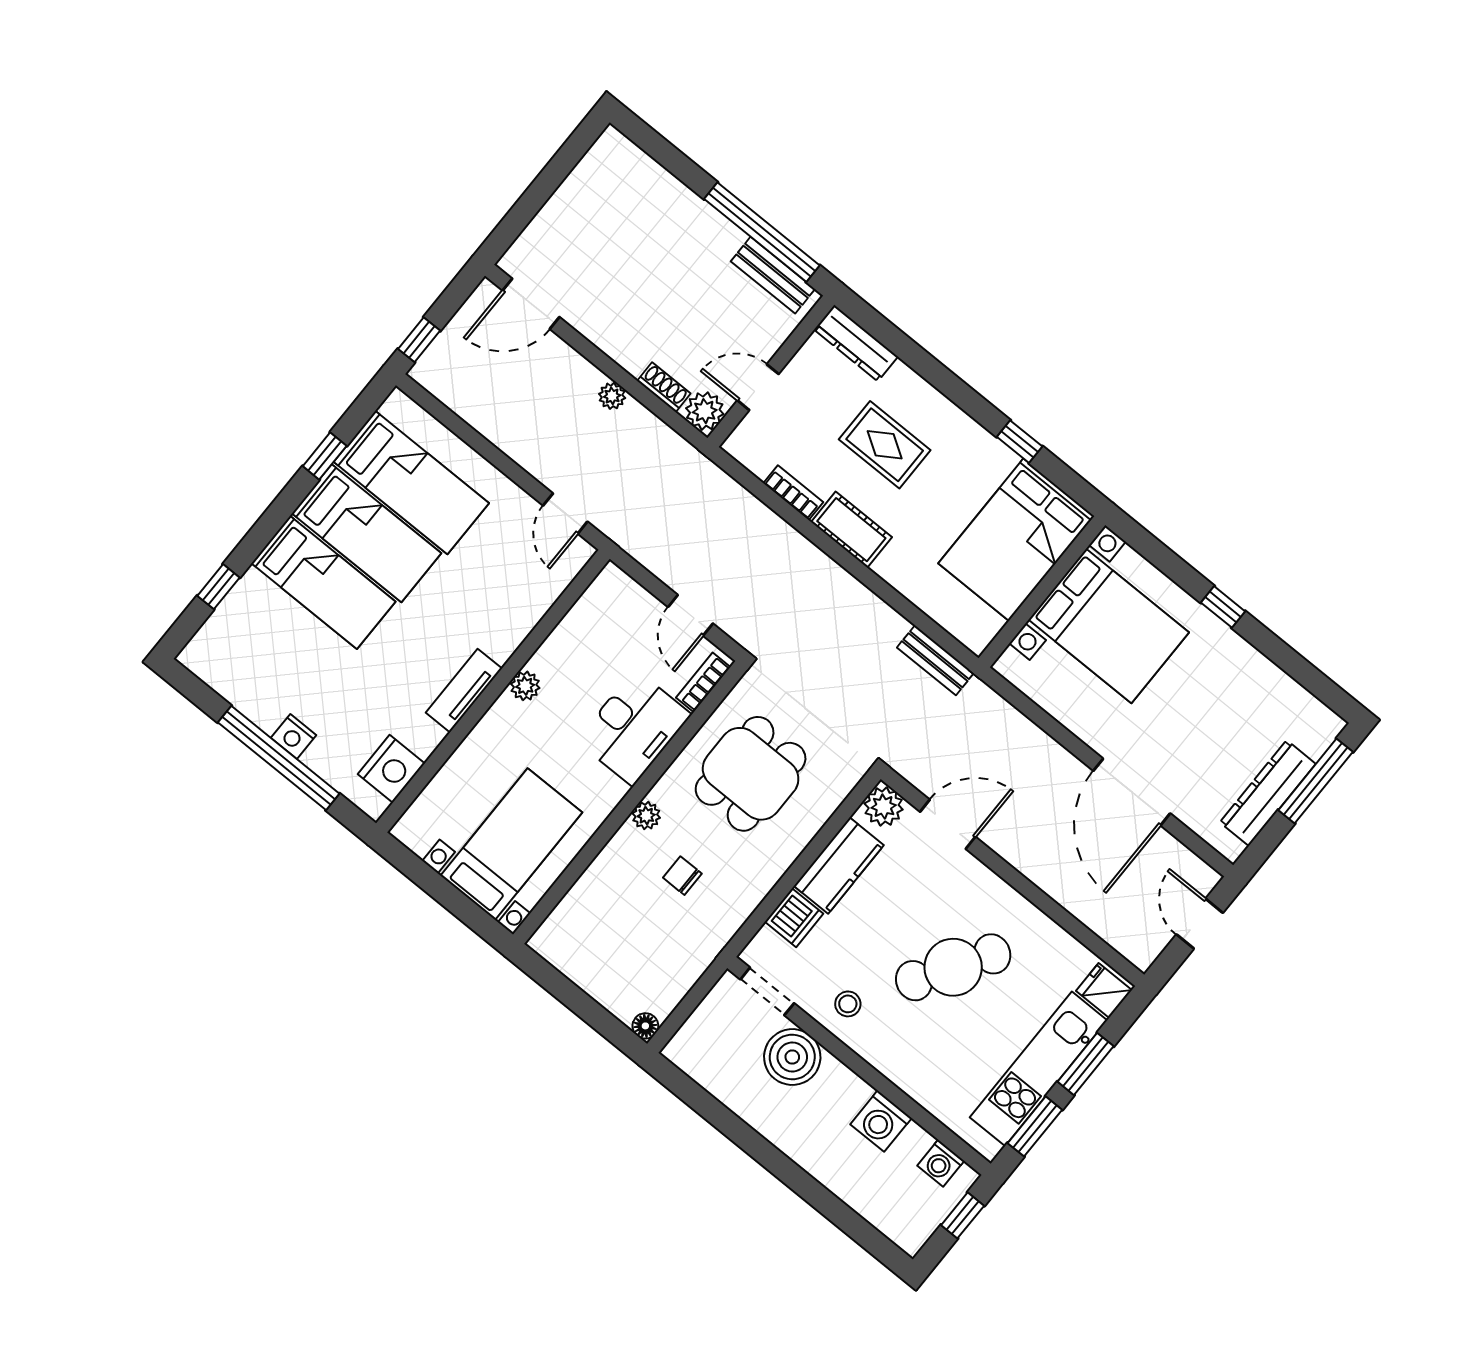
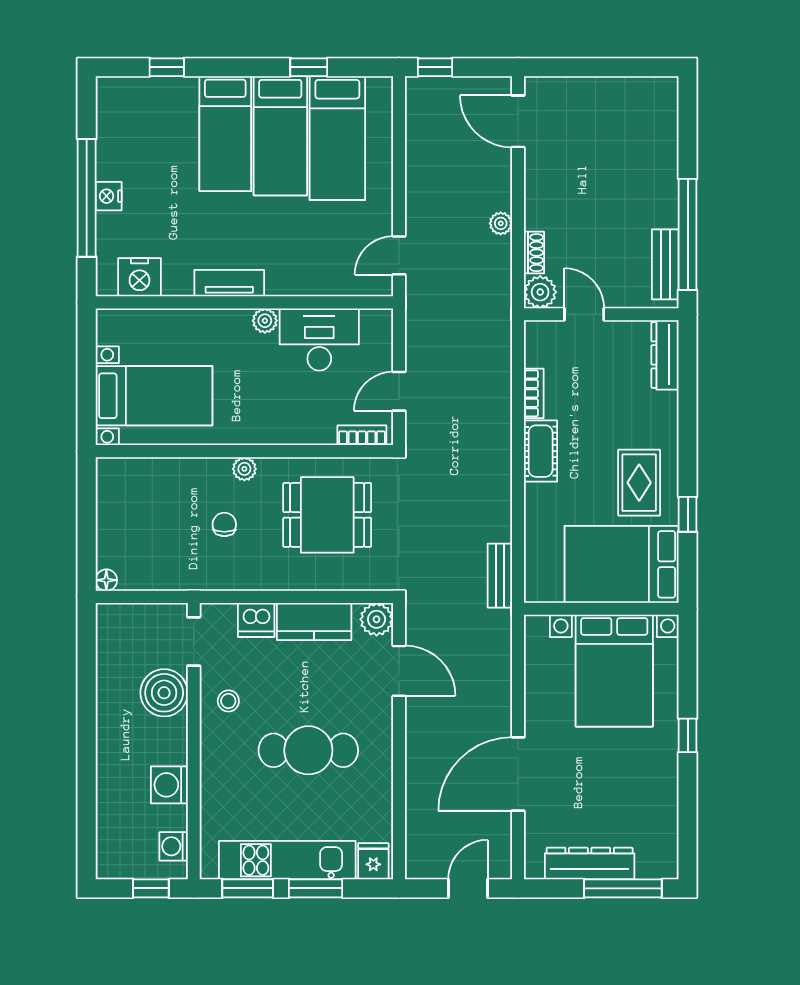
rug: (885, 445) -> (639, 483), moved
desk: (634, 728) -> (319, 339), moved, turned 180
cafe table: (953, 967) -> (308, 750), turned -32

